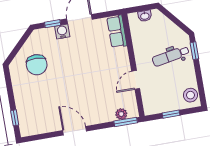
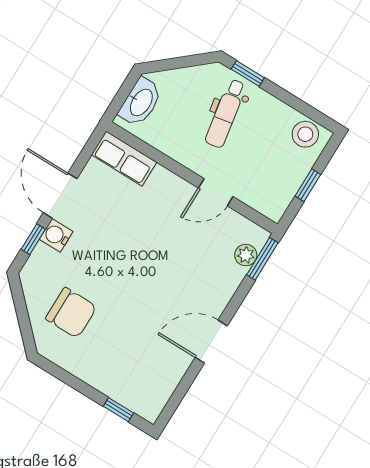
washbasin: (145, 16) -> (141, 102), width x1.91, depth x1.45
door: (136, 80) -> (216, 192), hinge flipped

